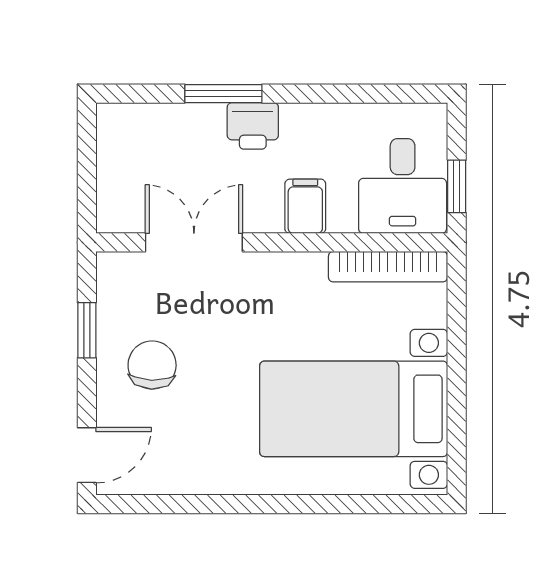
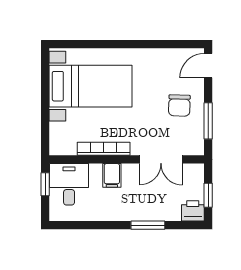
printer: (253, 126) -> (193, 211), moved
window: (87, 161) -> (208, 195), added
bookcase: (388, 267) -> (104, 149), moved
window: (87, 330) -> (208, 121), width x1.50

